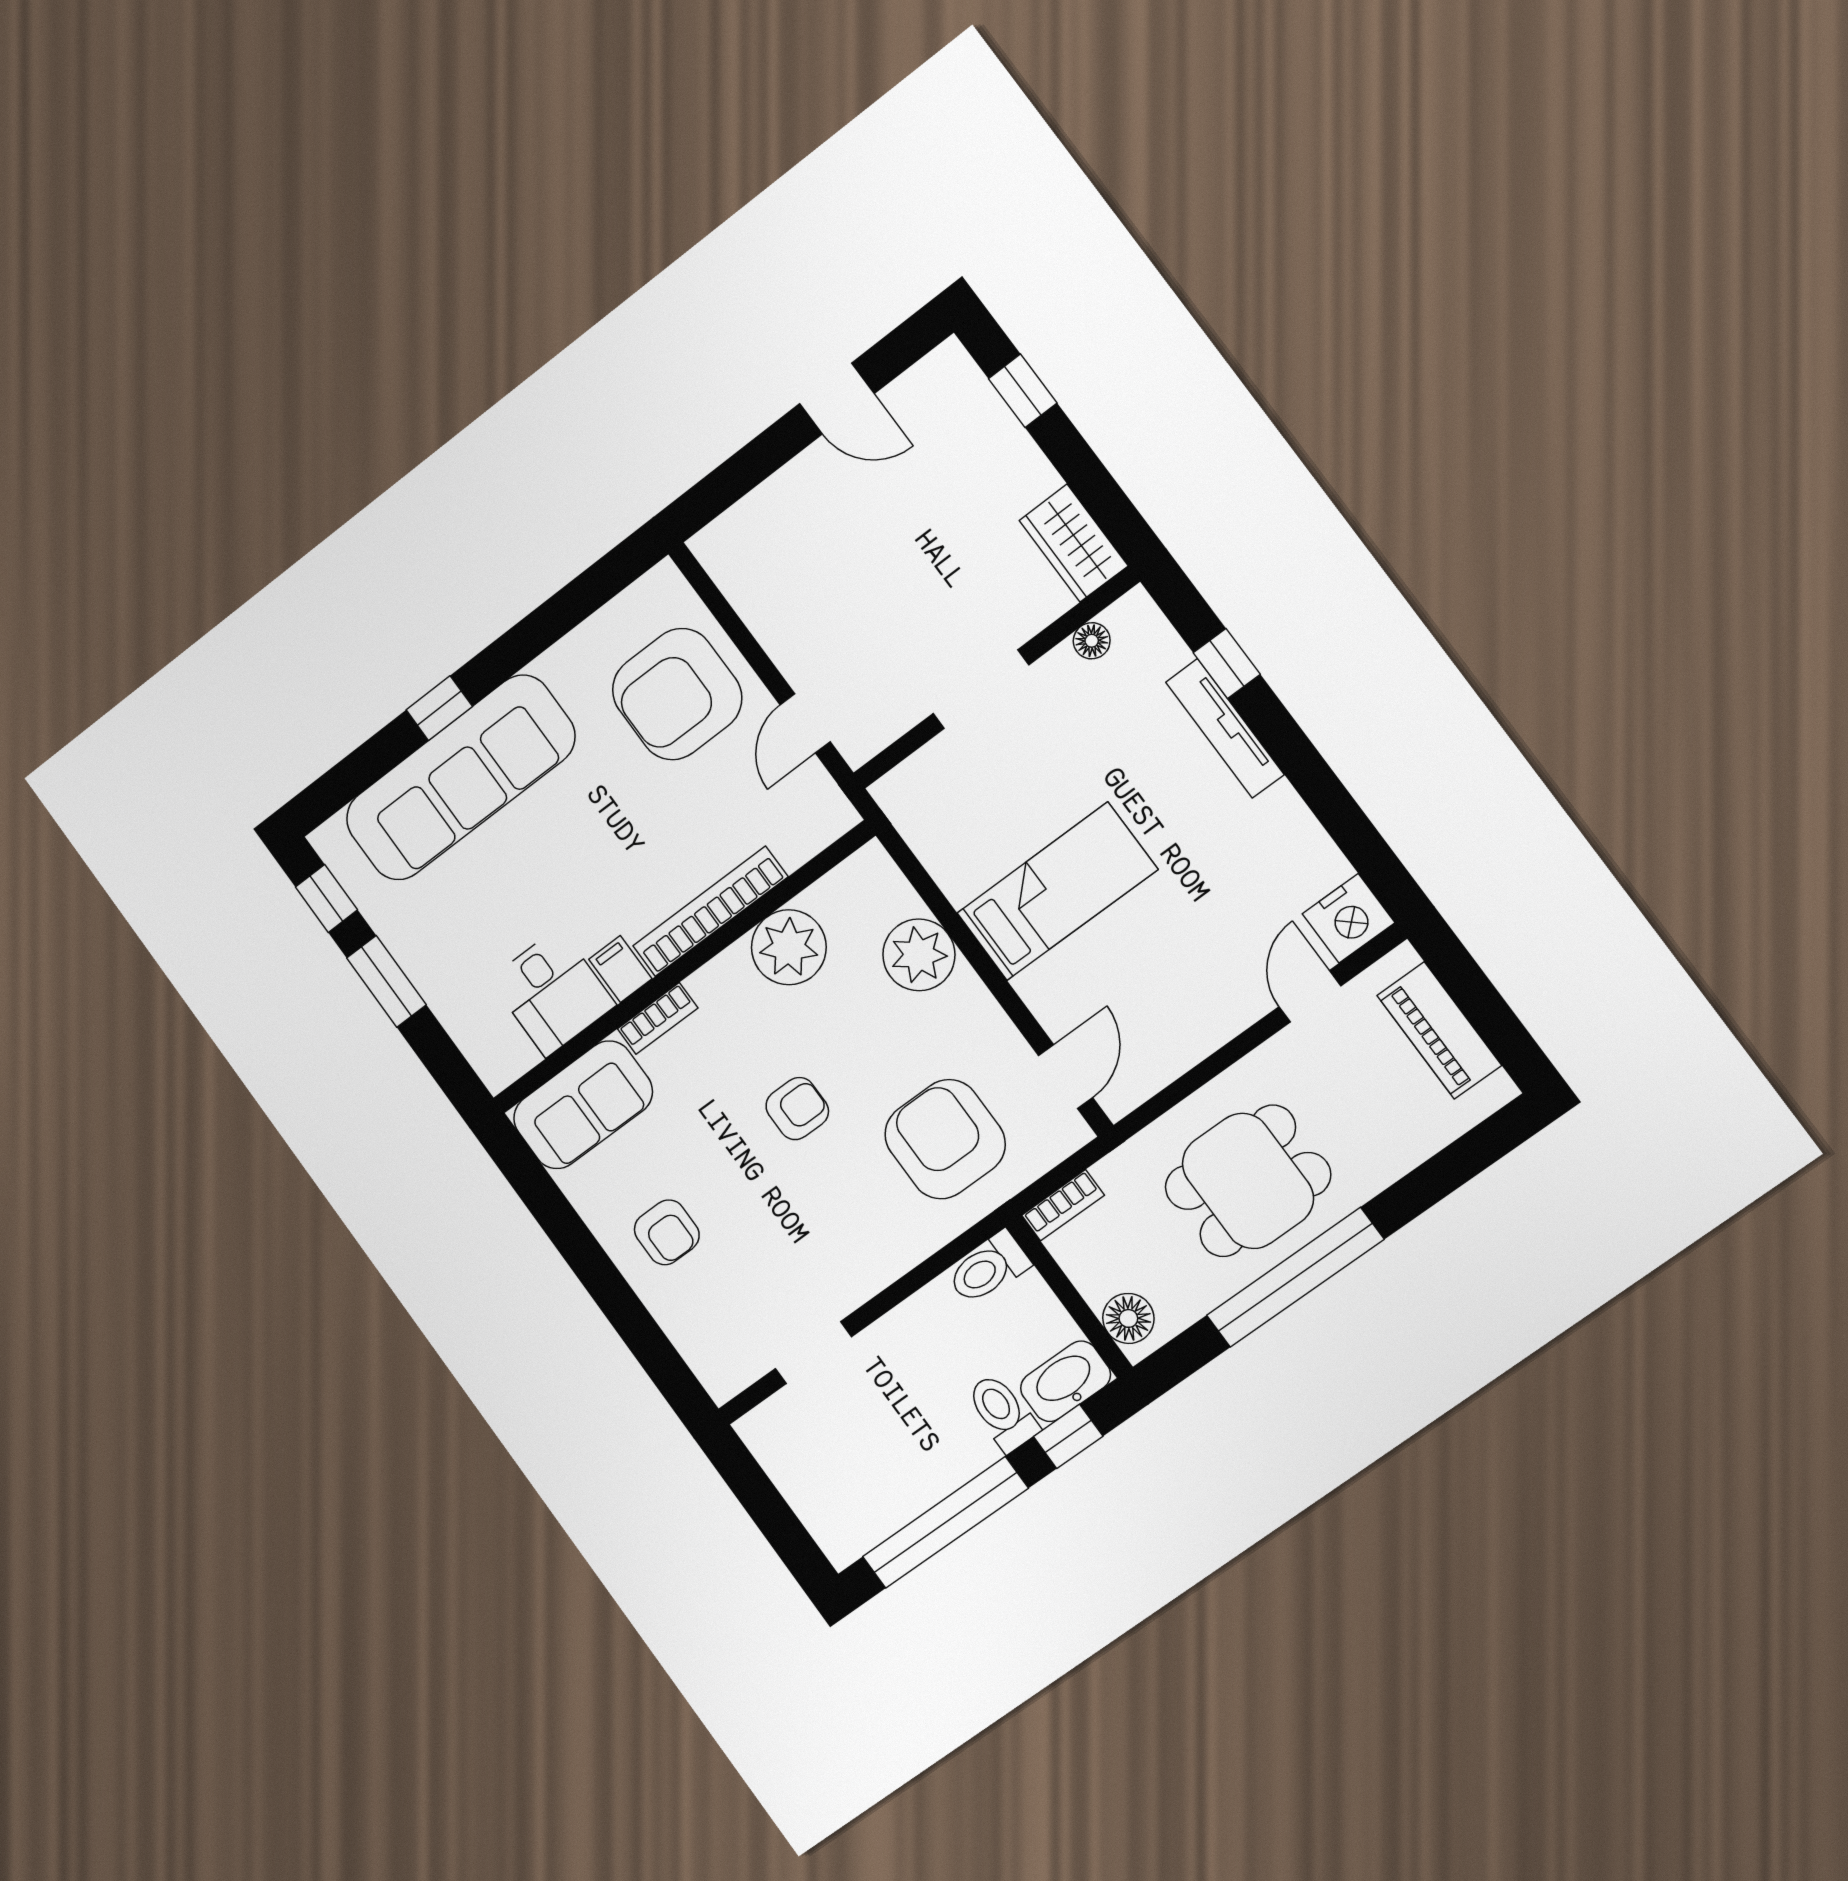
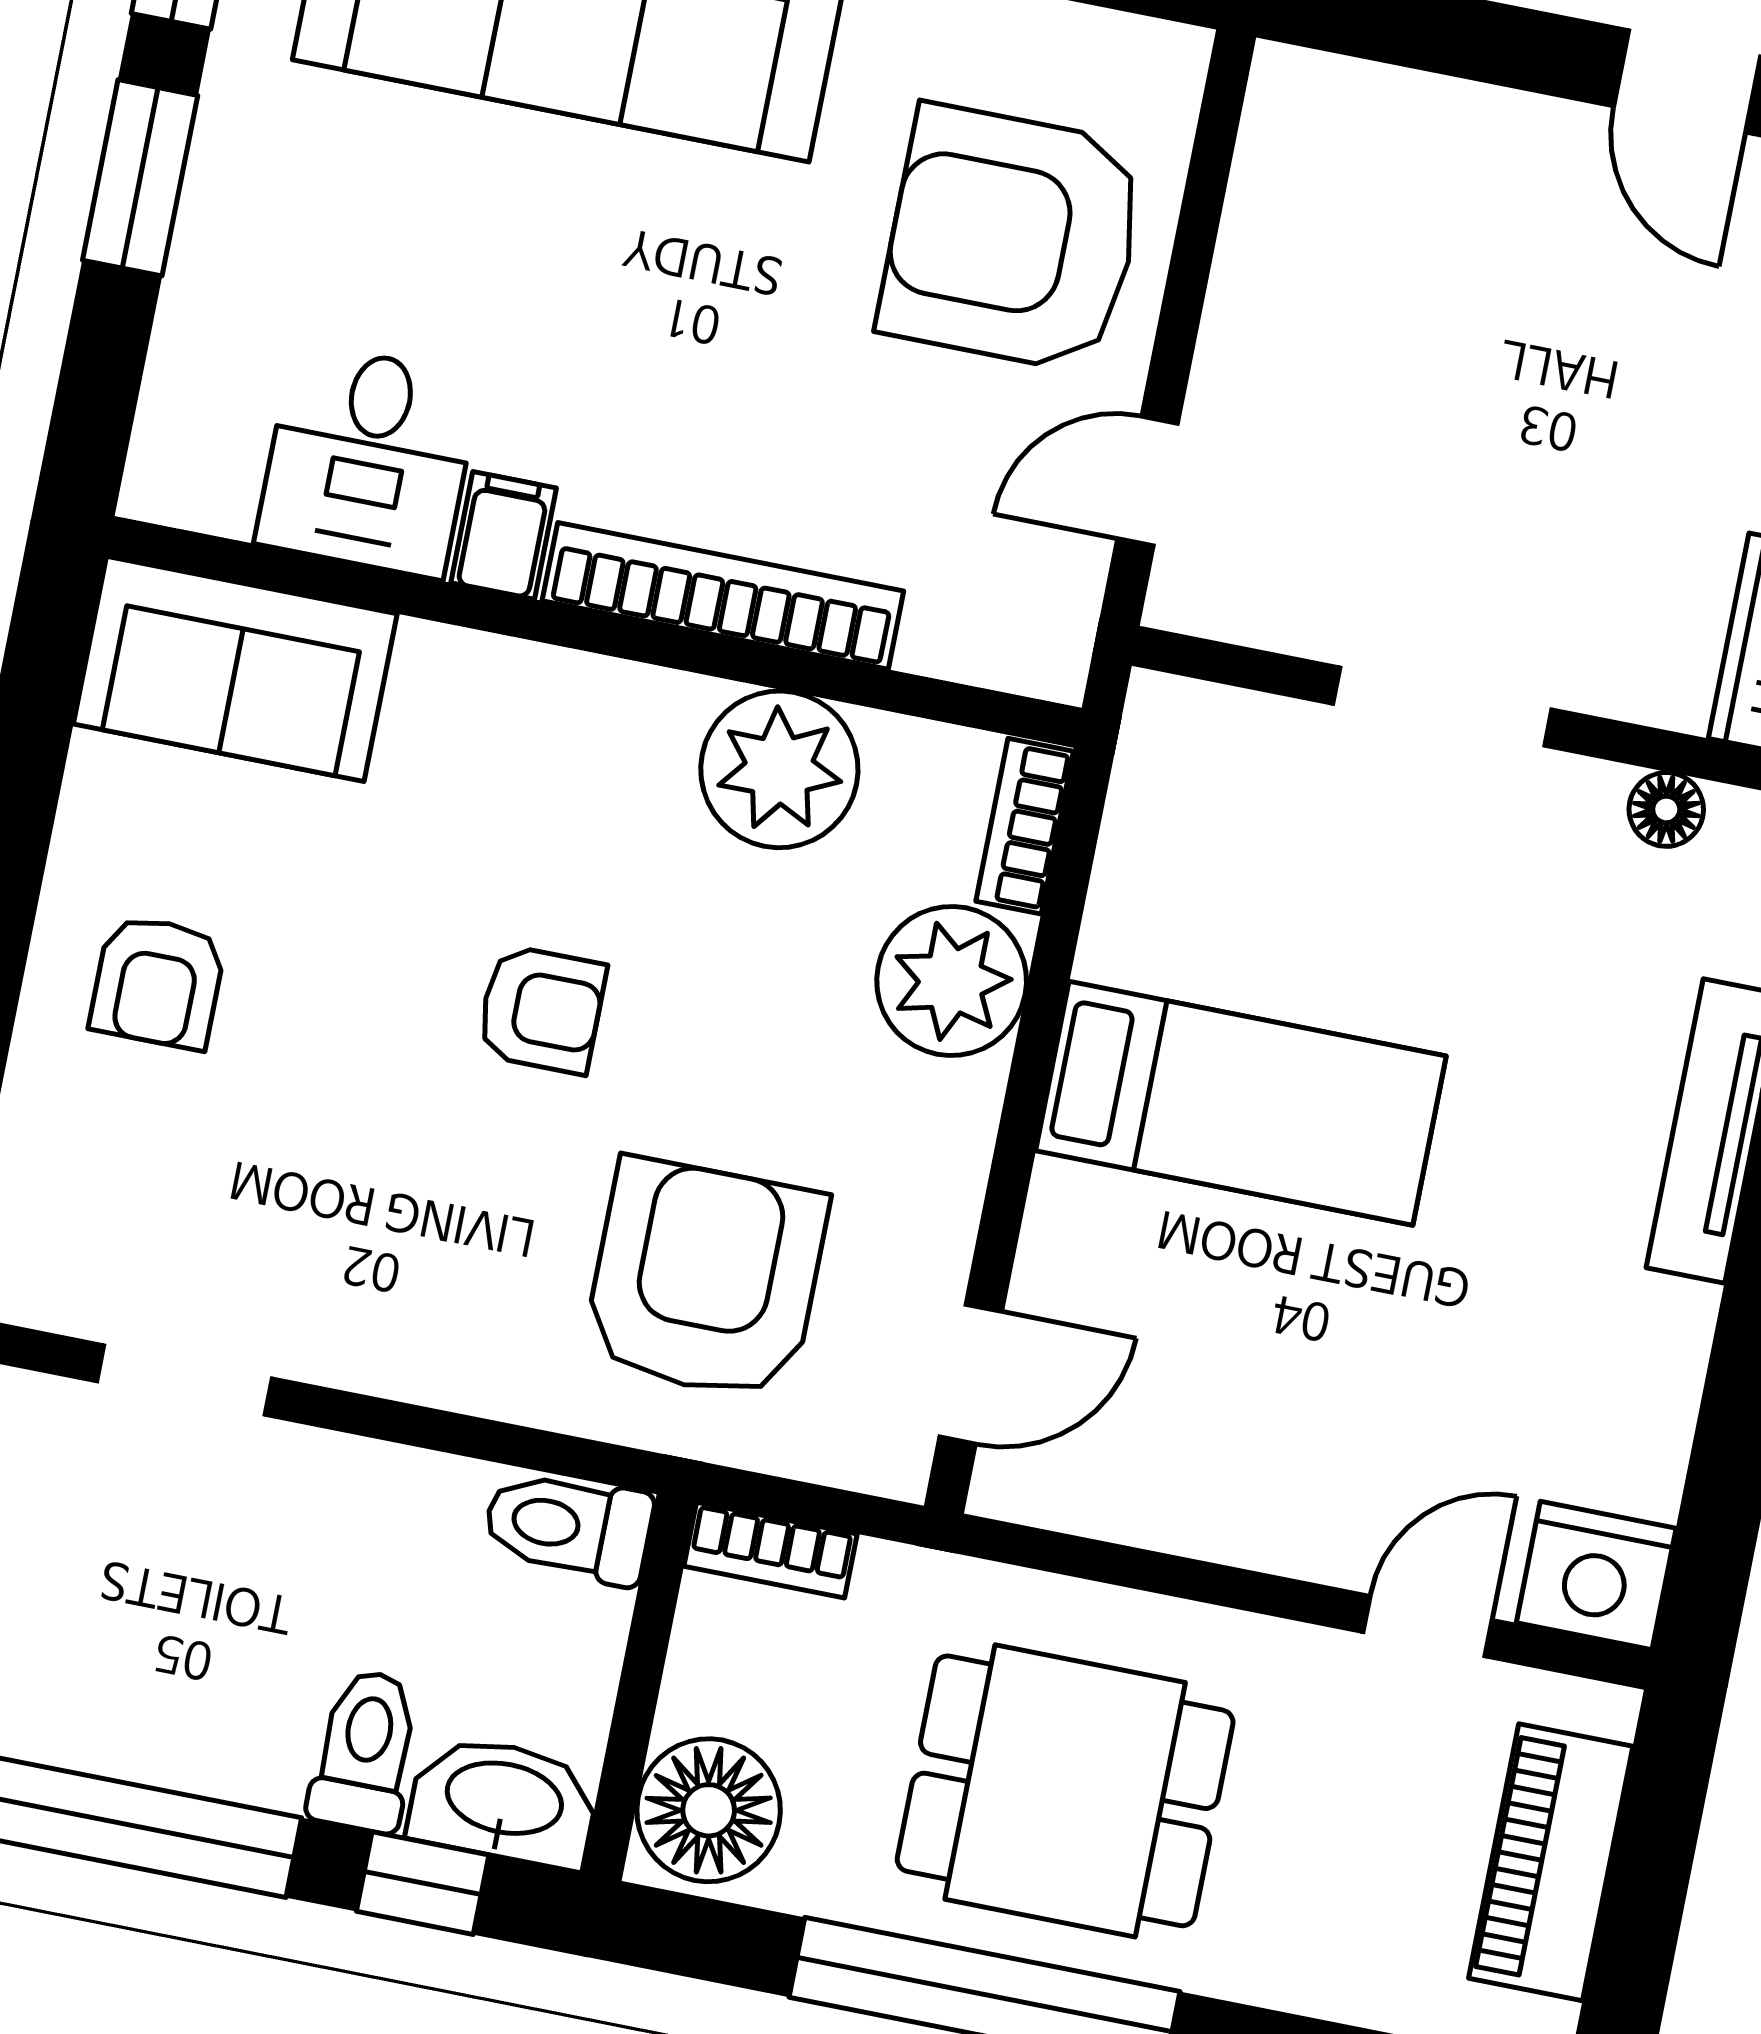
bookcase: (658, 1018) -> (1025, 826), moved, turned 90
floor lamp: (1128, 1318) -> (709, 1810), width x1.38, depth x1.38

